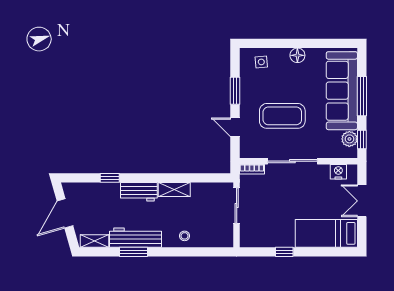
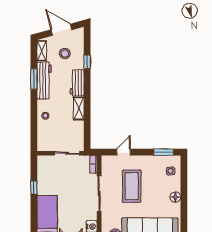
window: (235, 91) -> (164, 152), moved
stool: (98, 209) -> (65, 53), added

